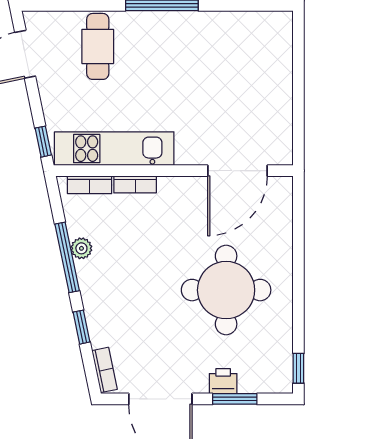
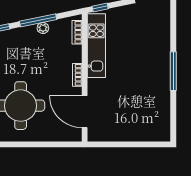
cafe table: (98, 46) -> (151, 37), removed
bookcase: (135, 184) -> (77, 75), moved

